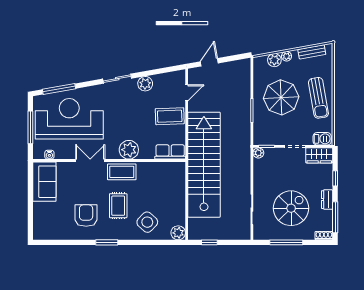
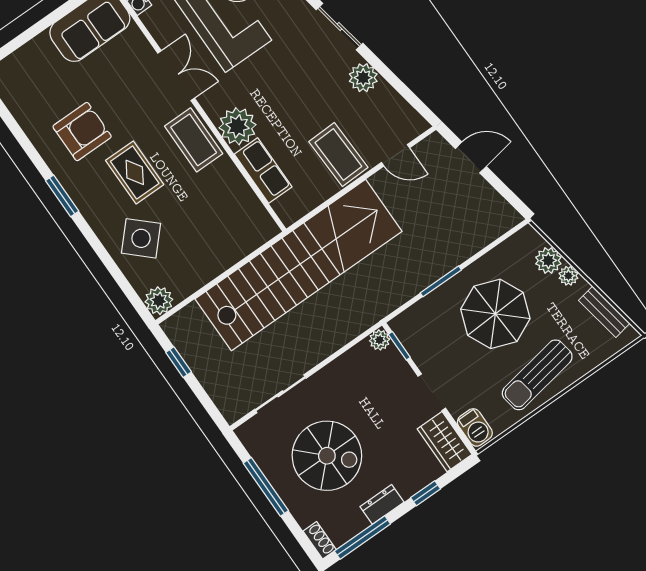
row of seats: (170, 152) -> (263, 170), moved
rug: (118, 206) -> (135, 172), turned 90

